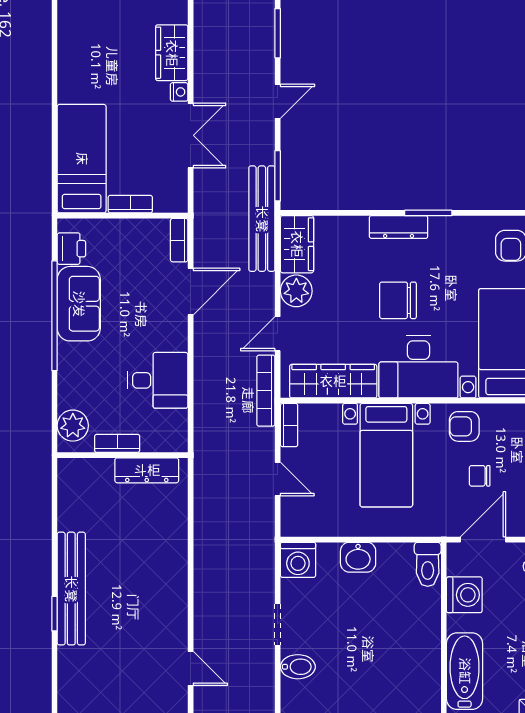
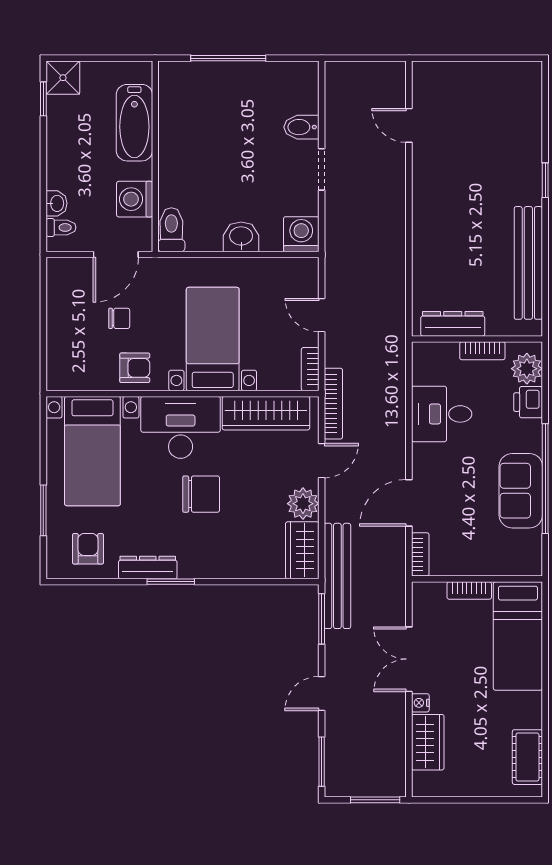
cot: (72, 38) -> (527, 757), added
dresser: (399, 227) -> (148, 568), moved
printer: (71, 249) -> (528, 402), moved
bench: (71, 589) -> (528, 263), moved

